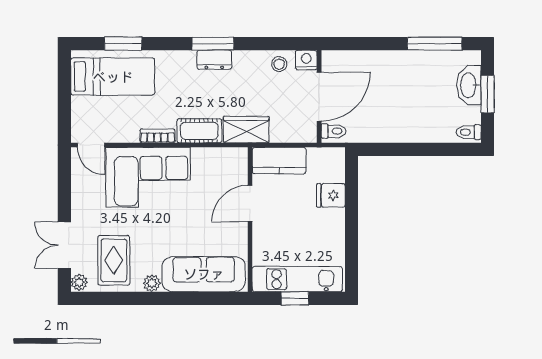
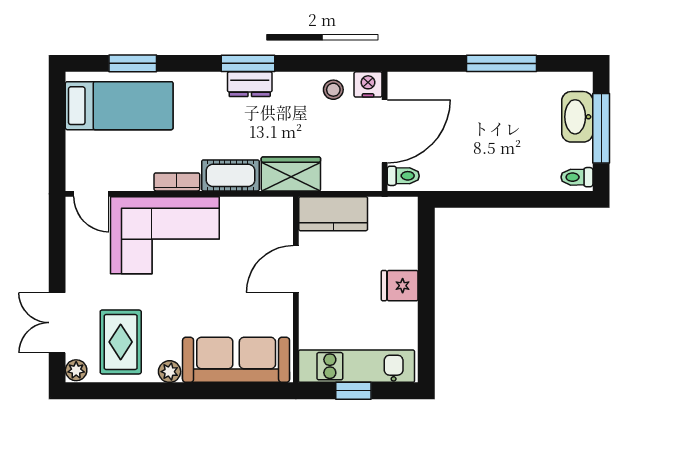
window: (435, 44) -> (502, 63), moved
window: (487, 94) -> (601, 128), width x1.44
fridge: (331, 195) -> (400, 286), moved

